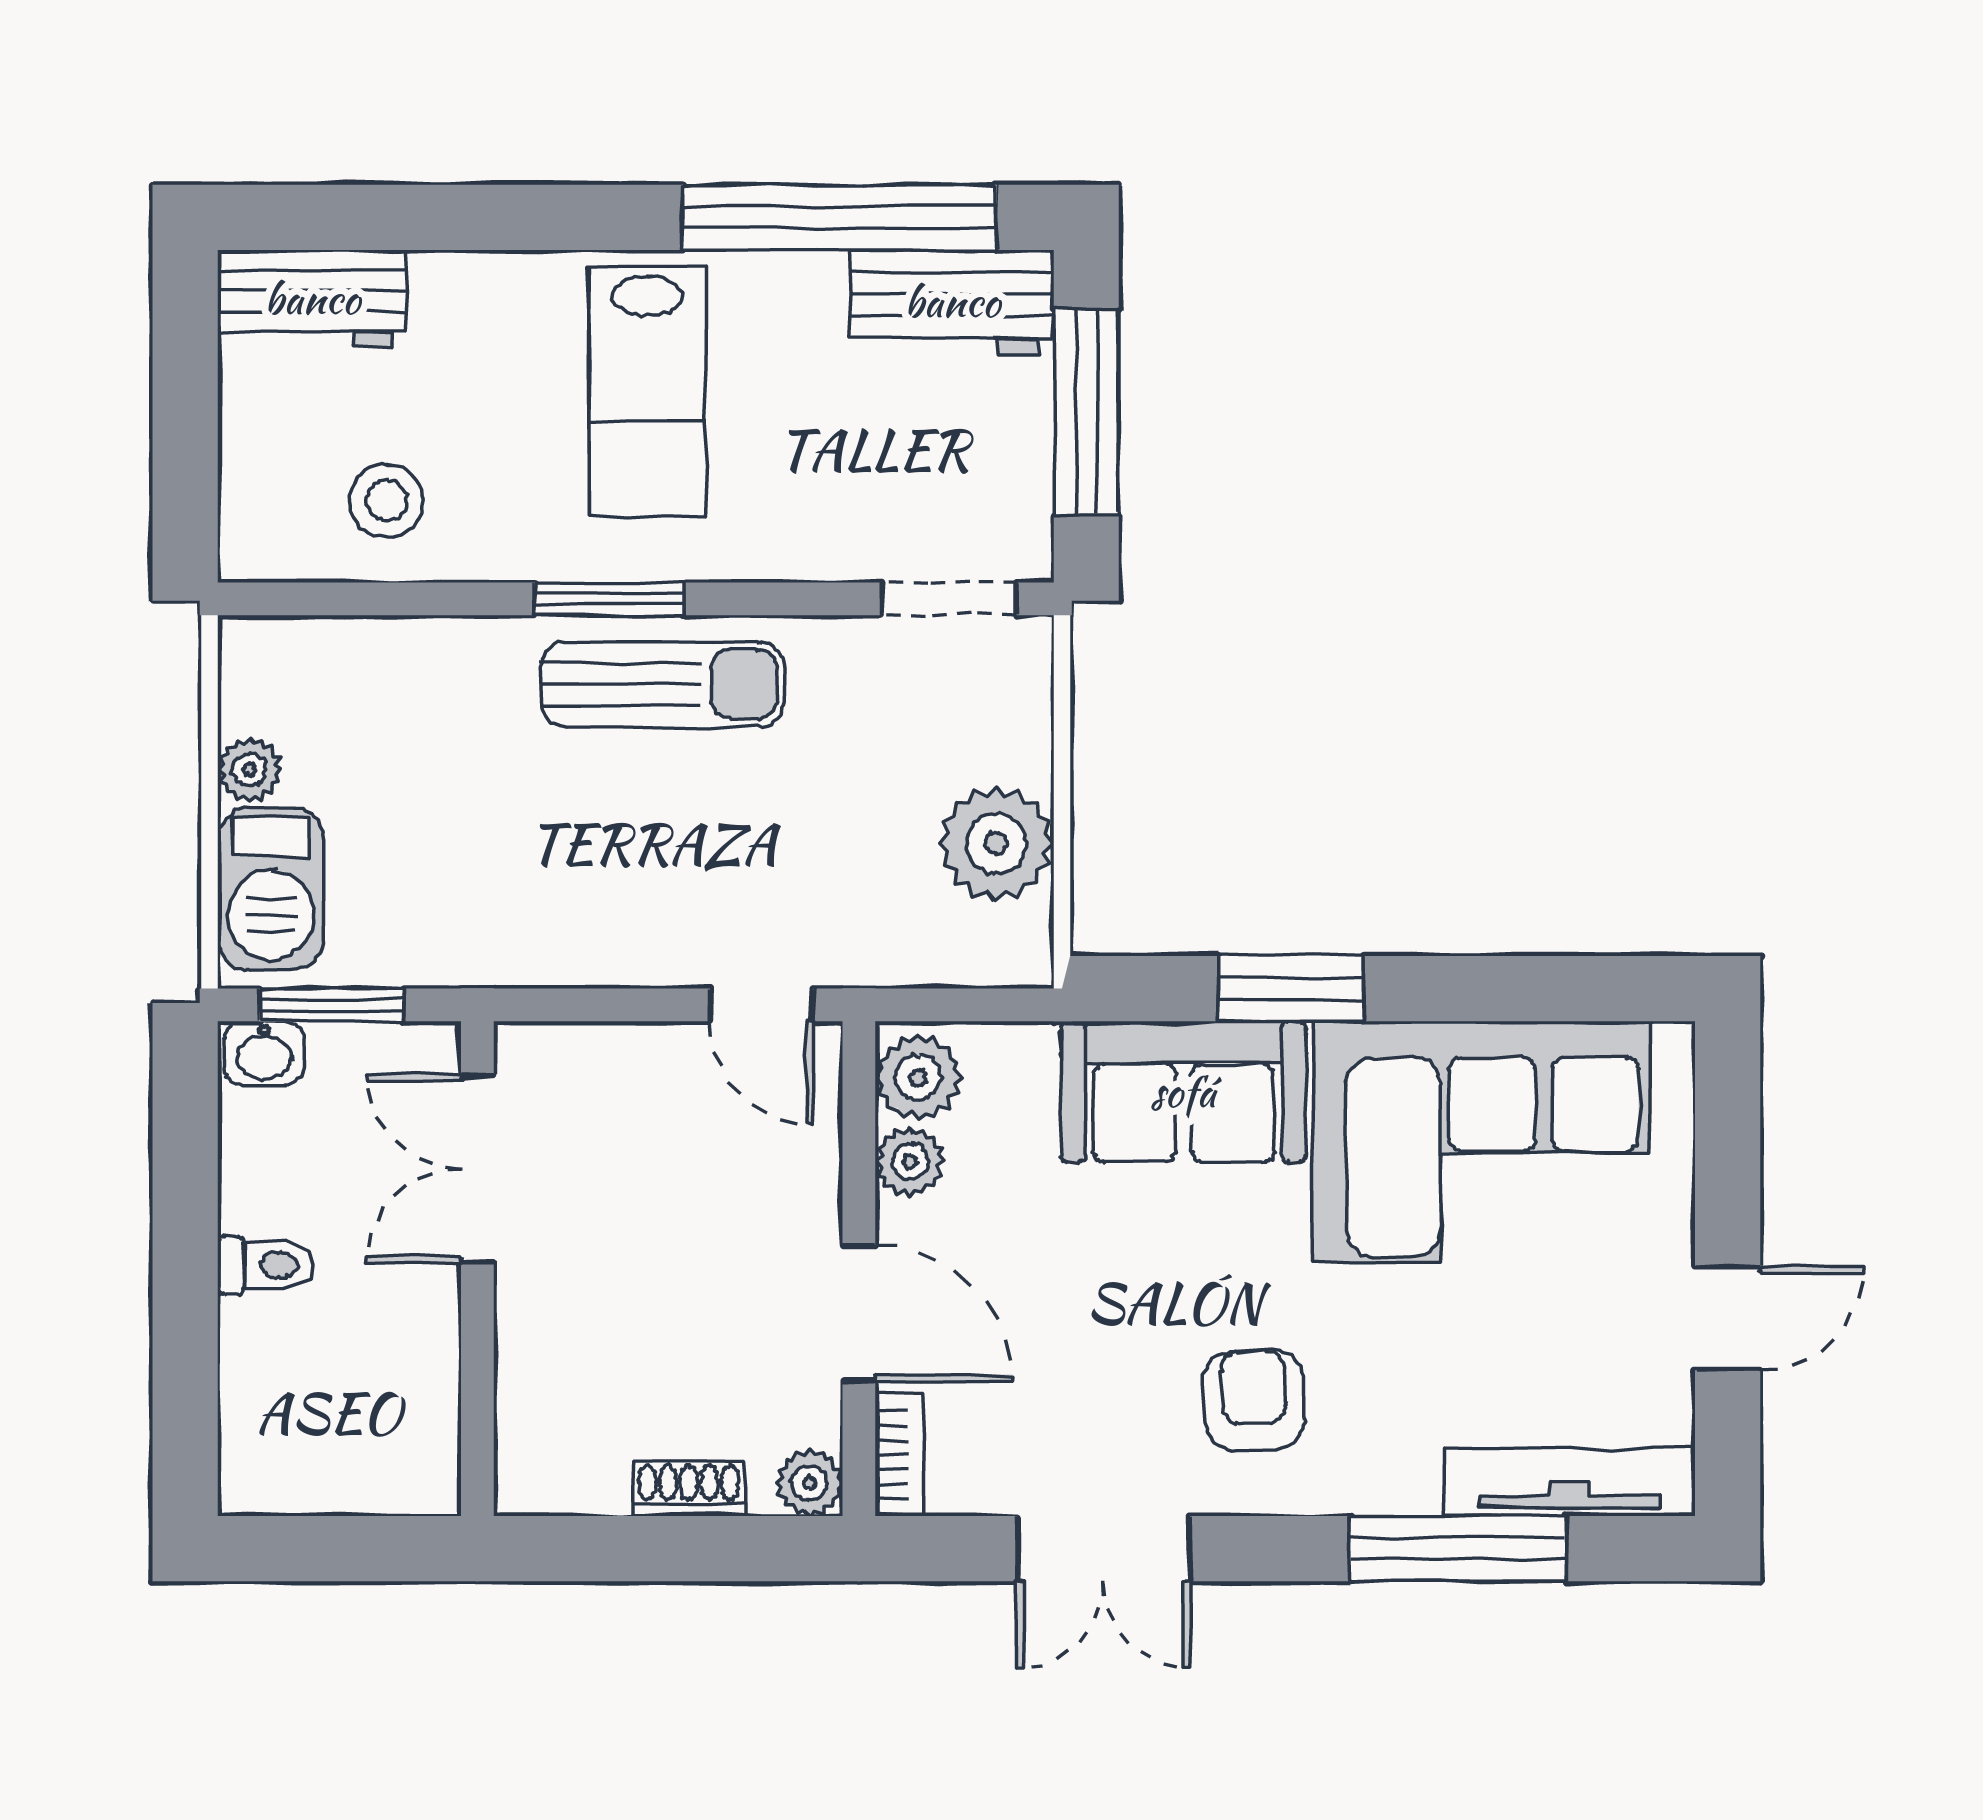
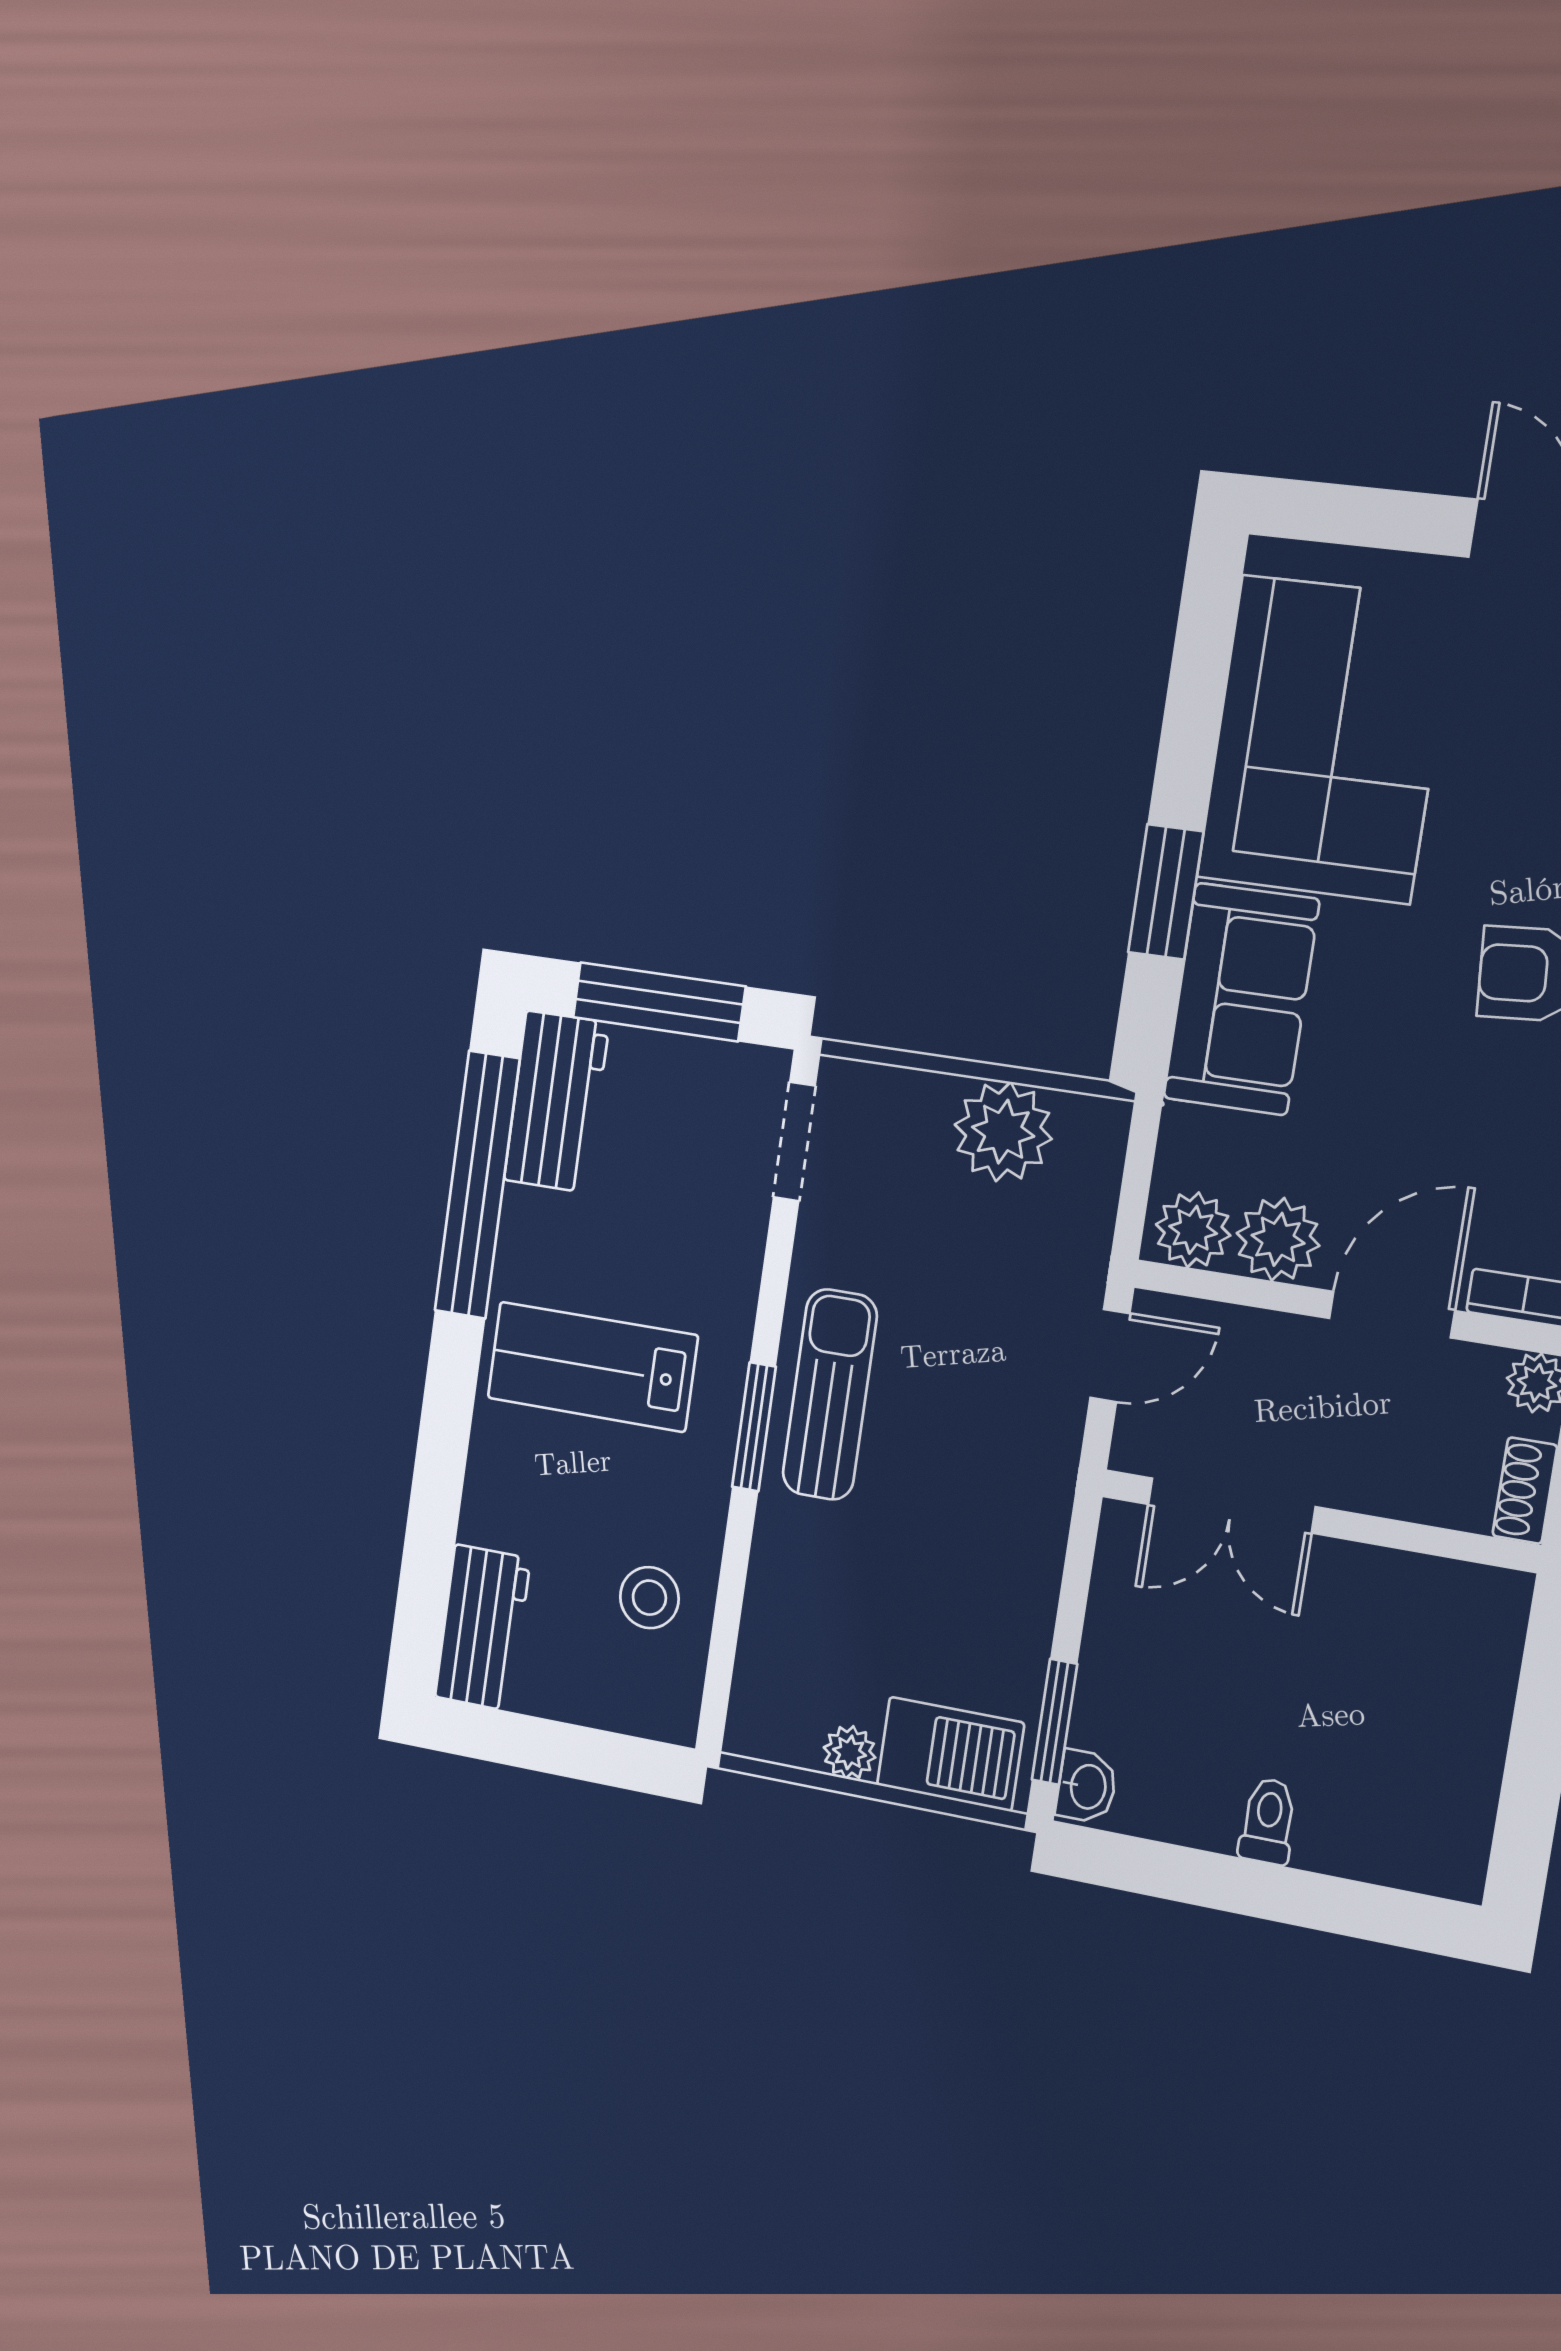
lab bench: (647, 391) -> (592, 1367), turned 180
plant: (910, 1161) -> (1278, 1239), width x1.38, depth x1.38
double door: (477, 1169) -> (1231, 1505), moved
wall: (477, 1269) -> (1319, 1521), moved

